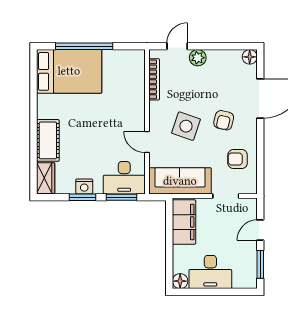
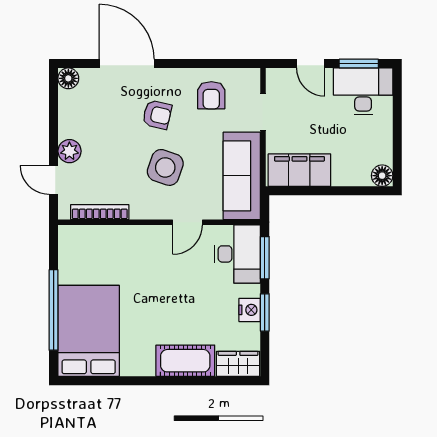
desk: (210, 272) -> (363, 91), moved, turned -90

